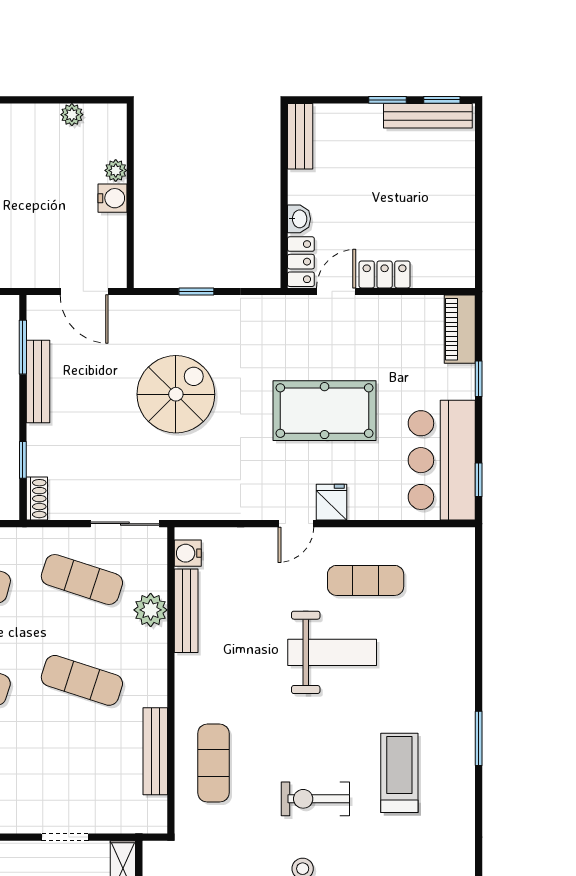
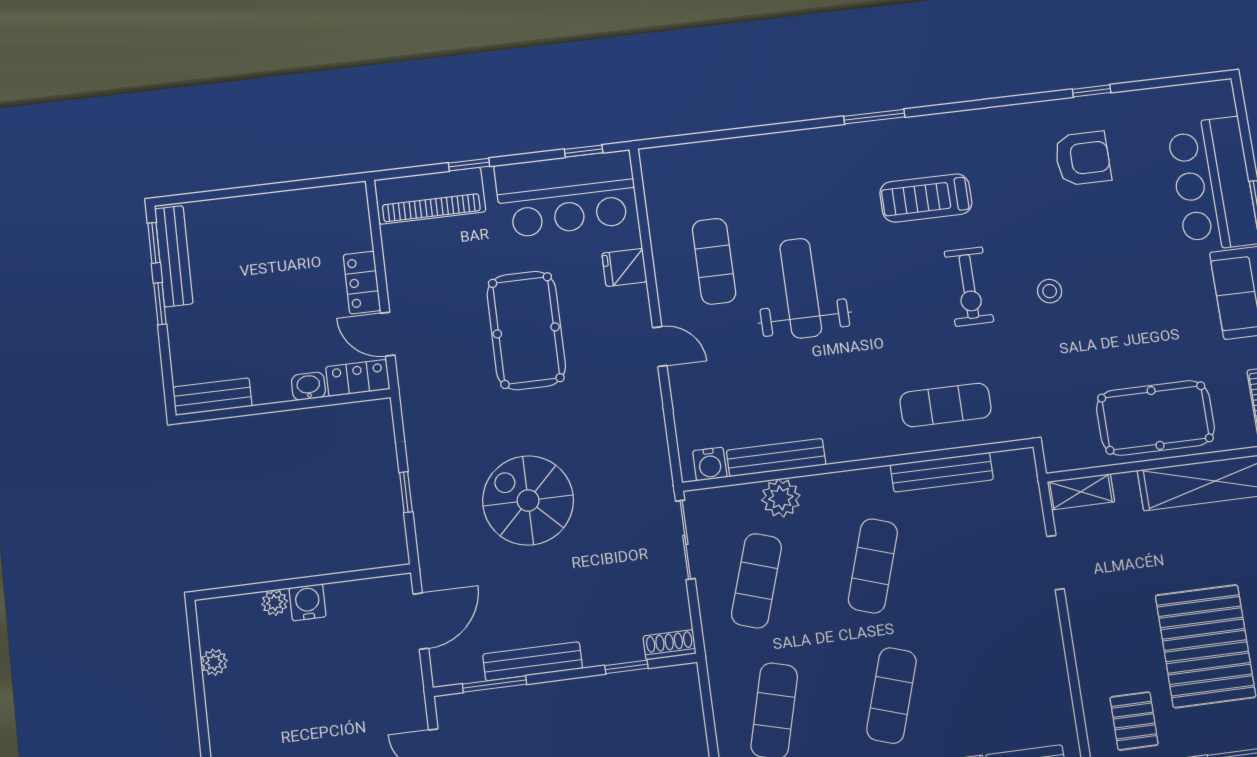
piano: (460, 329) -> (430, 196), width x1.37, depth x1.33
fridge: (331, 502) -> (624, 267), moved

